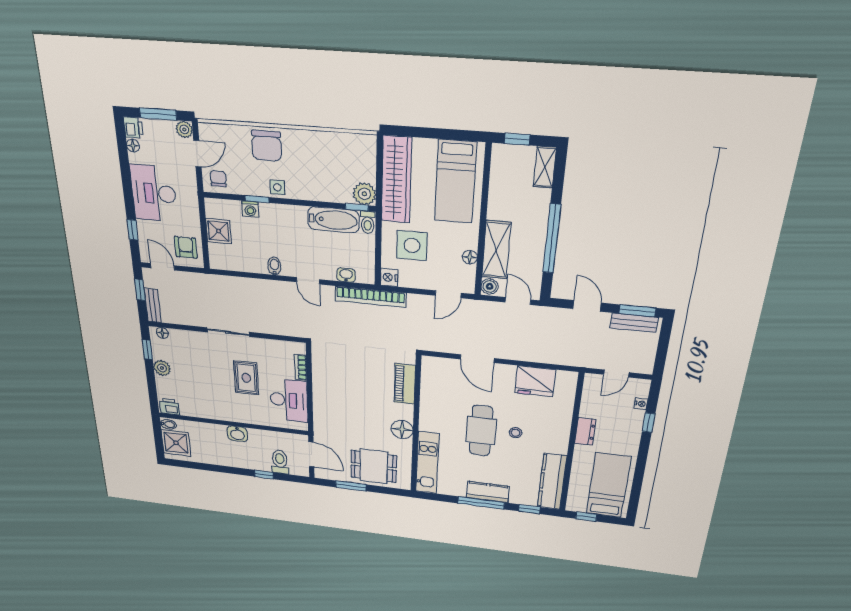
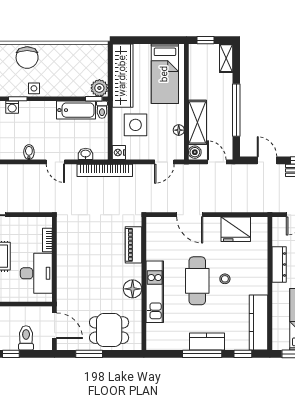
dresser: (585, 431) -> (279, 264), width x1.44
kitchen unit: (427, 463) -> (155, 292), moved

